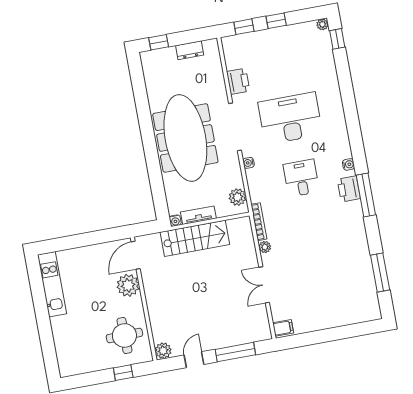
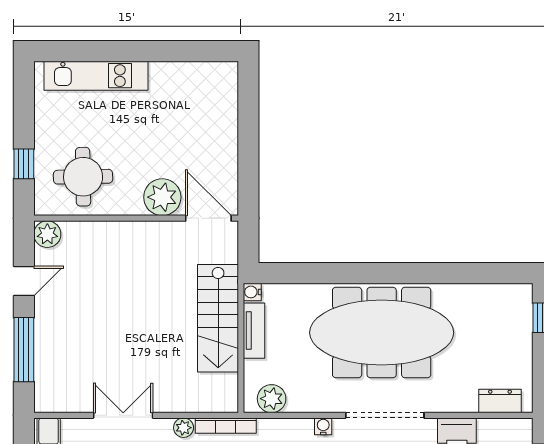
dresser: (190, 50) -> (500, 401), moved, turned 90
kitchen unit: (52, 284) -> (96, 76), moved
door: (194, 360) -> (24, 281), hinge flipped

